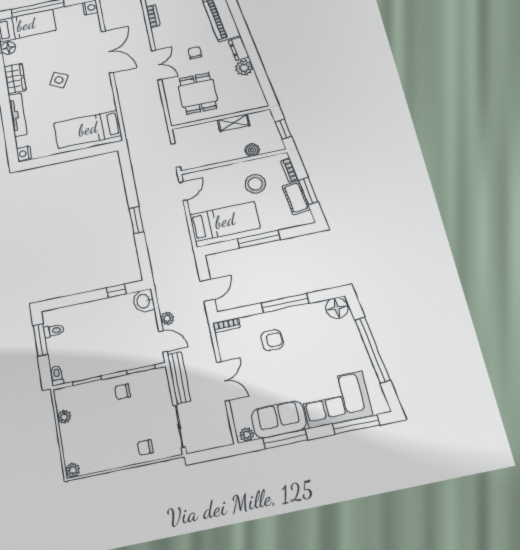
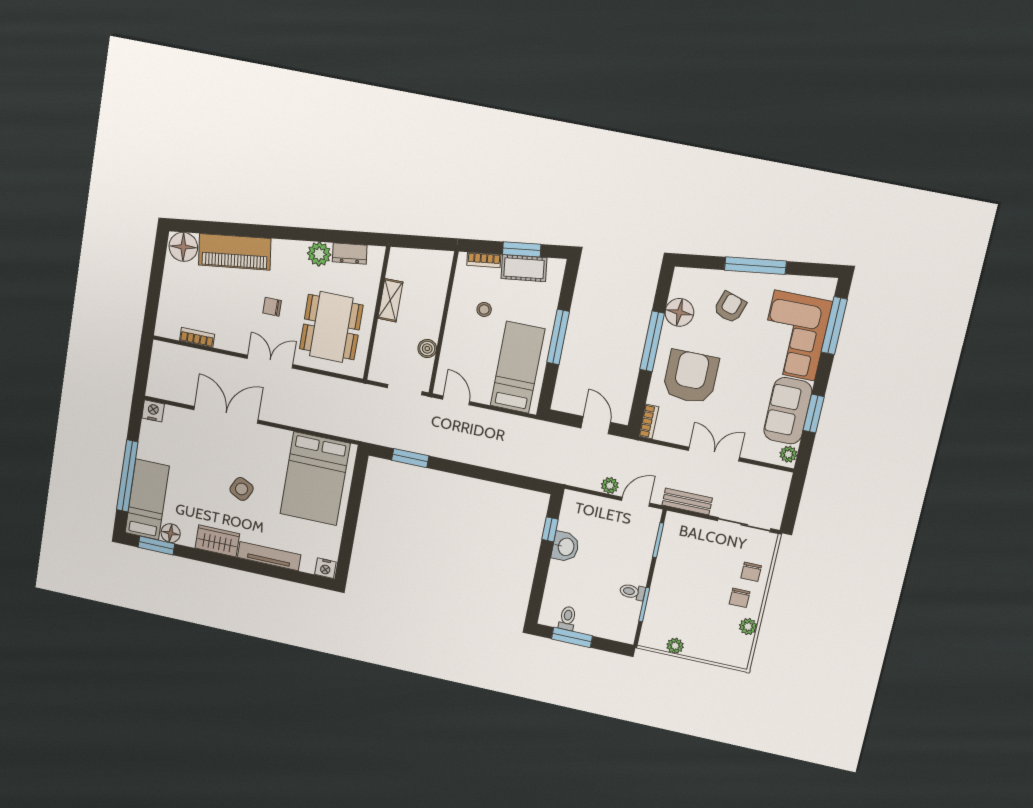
dresser: (238, 49) -> (350, 253), moved
dining table: (198, 93) -> (331, 327), width x1.38
bed: (88, 129) -> (315, 479), width x1.50
window: (283, 129) -> (425, 243), removed
boiler: (252, 150) -> (427, 349), moved
stool: (255, 184) -> (484, 309), width x0.53, depth x0.53
window: (136, 220) -> (410, 458), moved
washbasin: (144, 301) -> (565, 547), moved, turned -90
floor lamp: (337, 308) -> (679, 312), moved
armchair: (272, 340) -> (691, 377), width x1.88, depth x1.88
armchair: (335, 345) -> (730, 307), added
window: (372, 350) -> (755, 266), width x0.68
toilet: (57, 376) -> (632, 592), moved
bench: (179, 378) -> (687, 501), width x0.73
chair: (123, 392) -> (740, 598), moved
window: (285, 439) -> (814, 414), width x0.69
plant: (73, 470) -> (748, 627), moved

